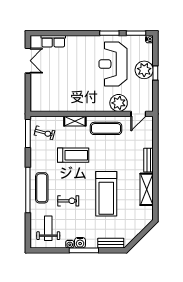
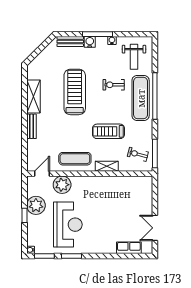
plant: (144, 70) -> (36, 205), moved
exercise mat: (42, 188) -> (141, 98), width x1.36, depth x1.45
water cooler: (80, 243) -> (90, 42), moved

